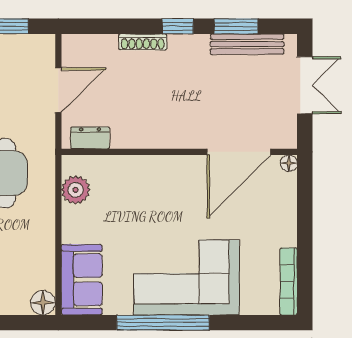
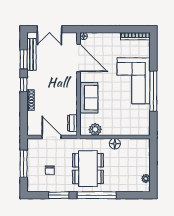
double door: (305, 85) -> (49, 29), swing flipped
sofa: (82, 280) -> (89, 98), moved, turned 90
floor lamp: (43, 303) -> (115, 144), moved

